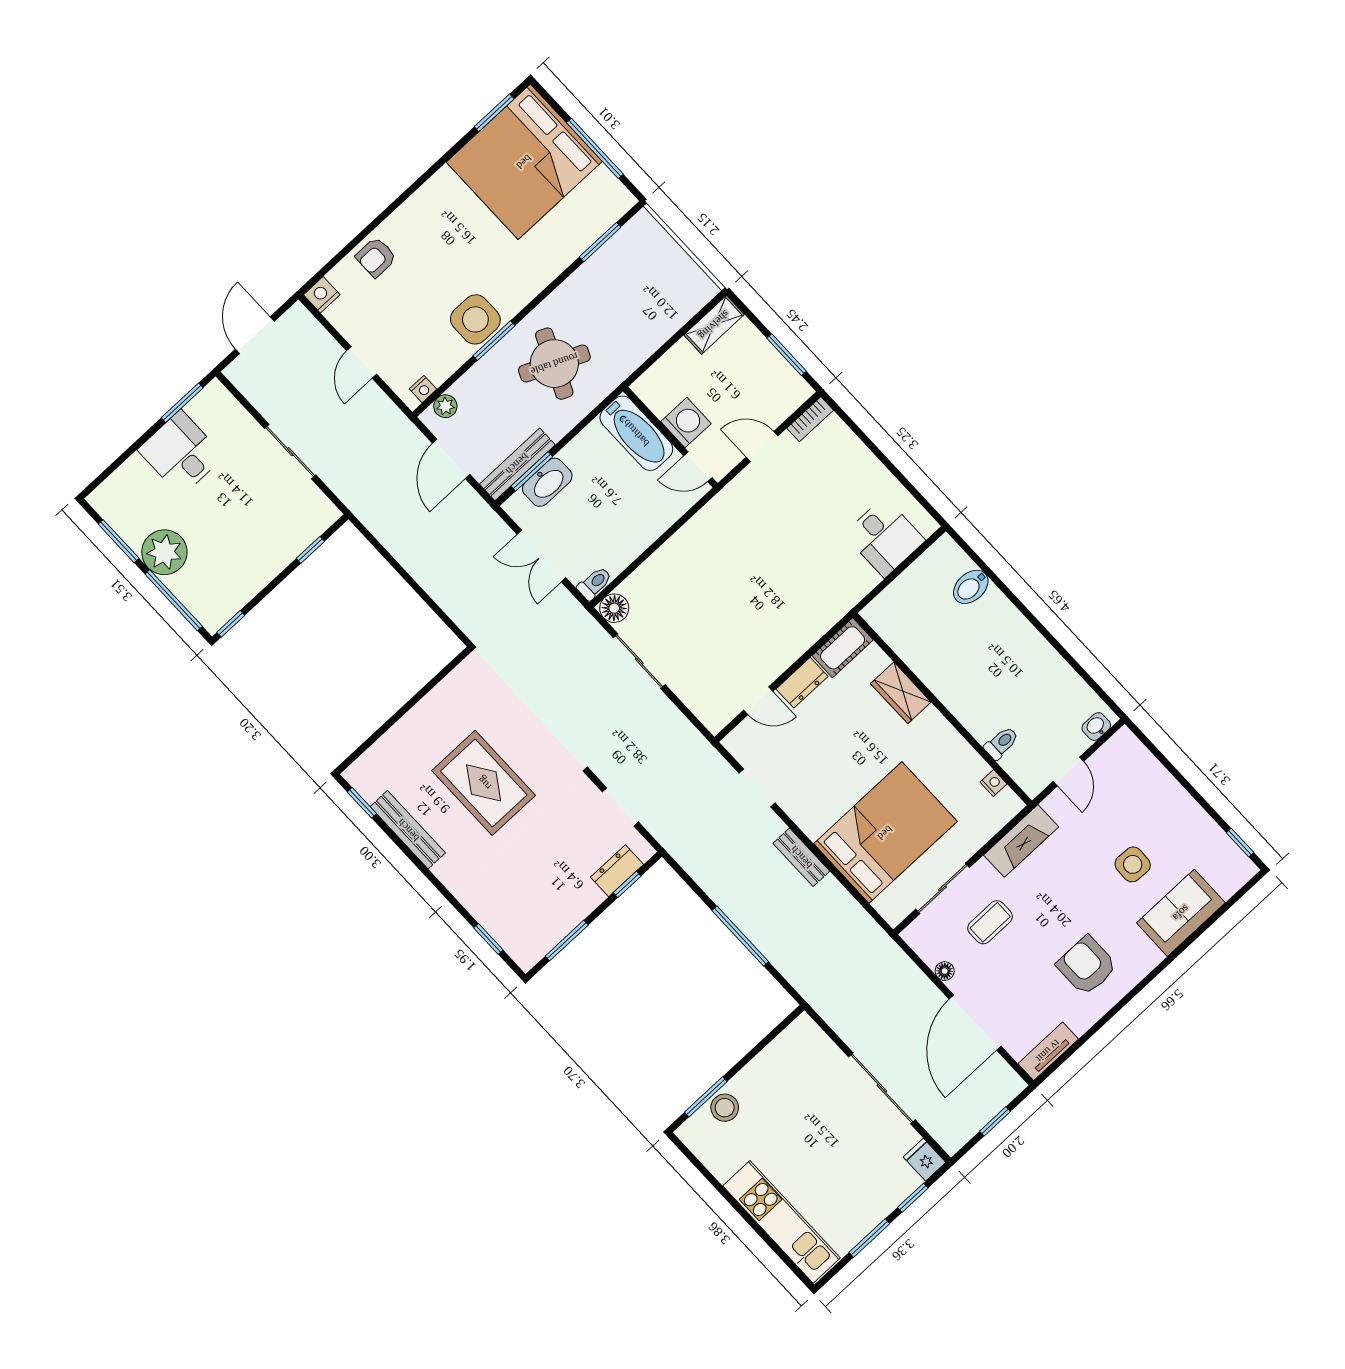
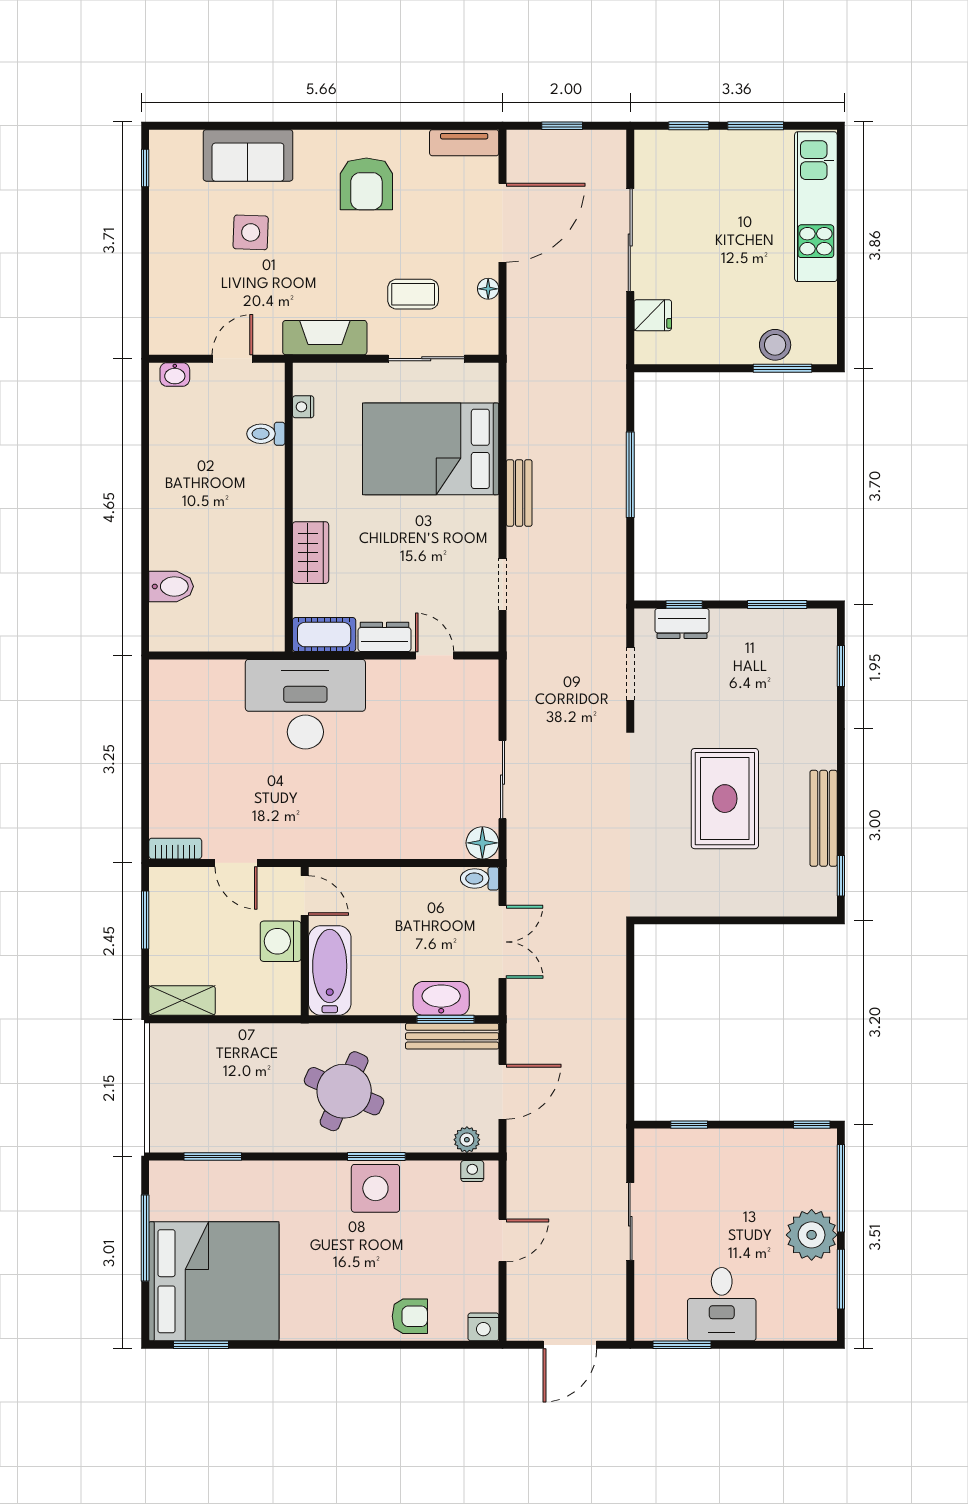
desk: (884, 537) -> (305, 704), moved, width x1.87, depth x1.30
fridge: (924, 1160) -> (653, 315), moved, turned -90

